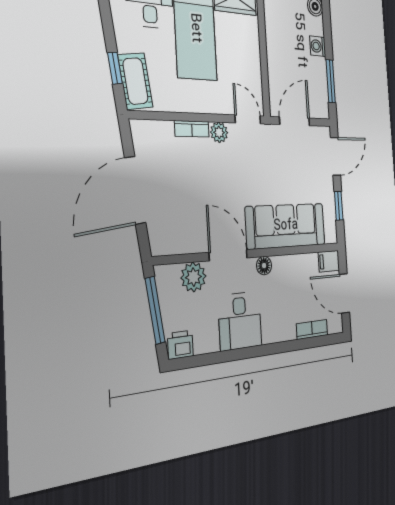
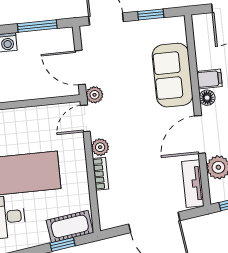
plant: (270, 134) -> (95, 95), added
sofa: (286, 226) -> (173, 75), width x0.73
tv unit: (177, 244) -> (193, 184), added
filing cabinet: (329, 261) -> (209, 79), moved, turned -90

